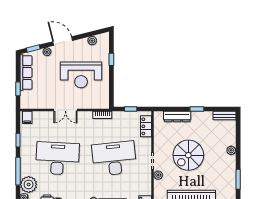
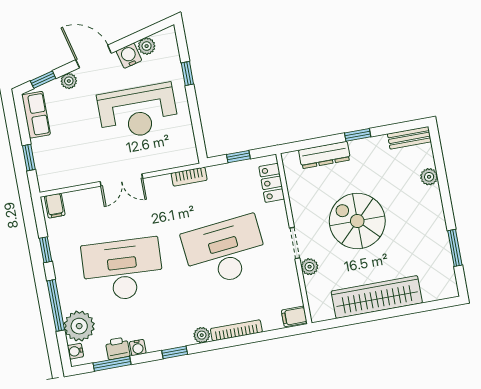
water cooler: (82, 44) -> (129, 56), added
row of seats: (26, 73) -> (36, 115), width x0.68
plant: (231, 150) -> (429, 177), moved
spiral stairs: (188, 155) -> (357, 221), turned 90

